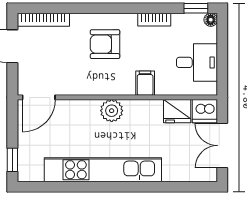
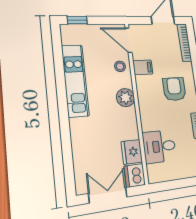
desk: (197, 62) -> (159, 146), moved, turned 90
filing cabinet: (145, 83) -> (143, 67), moved
stool: (72, 113) -> (120, 66), added
kitchen unit: (103, 170) -> (75, 81), width x0.73

